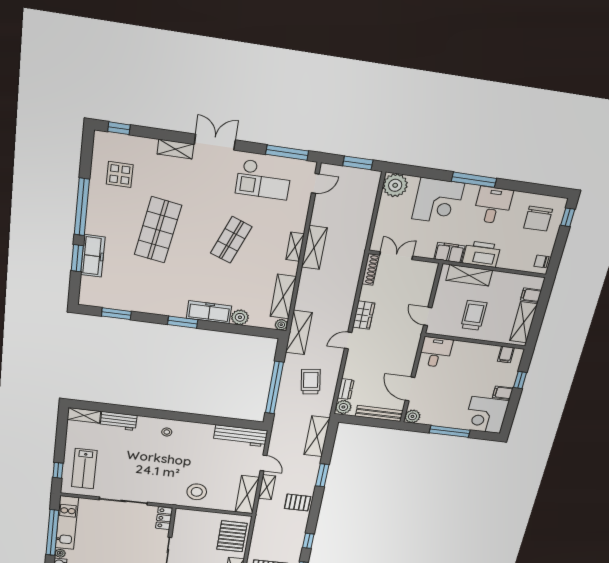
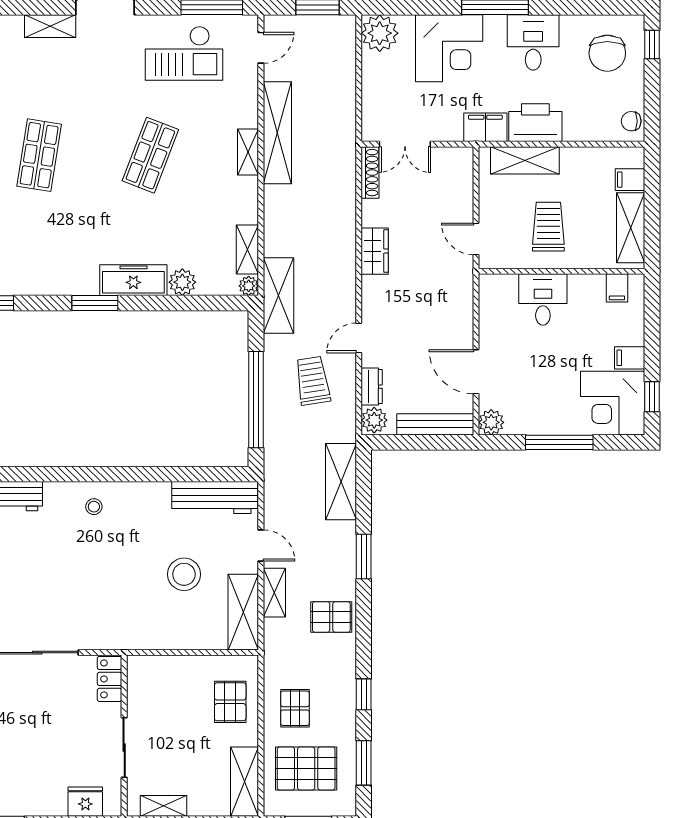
shop shelf: (158, 230) -> (39, 155), width x0.70, depth x0.74
shelving: (314, 247) -> (277, 133), width x1.47
double door: (396, 256) -> (405, 144), swing flipped
shelving: (283, 297) -> (247, 250), width x0.67, depth x0.75
door: (348, 340) -> (359, 338), moved
desk: (435, 352) -> (543, 299), moved
window: (520, 380) -> (652, 397), moved
stool: (197, 492) -> (184, 574), moved
pallet: (232, 536) -> (230, 702), width x0.67, depth x0.71
pallet: (268, 543) -> (295, 708), added

